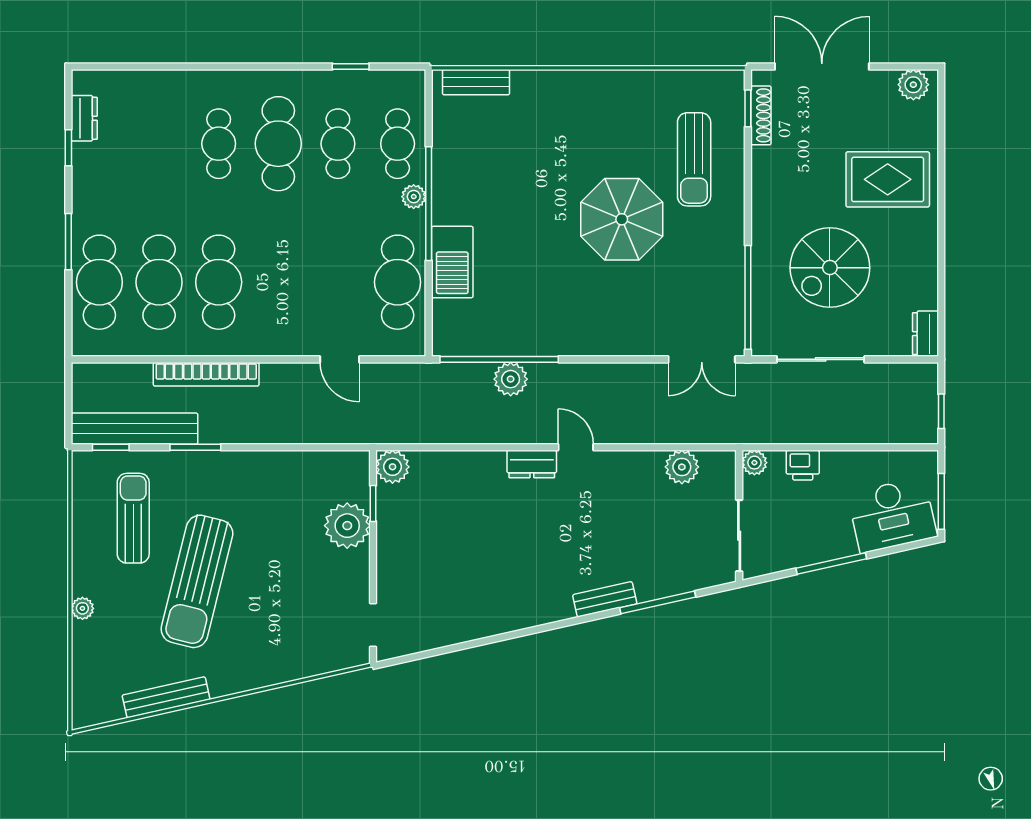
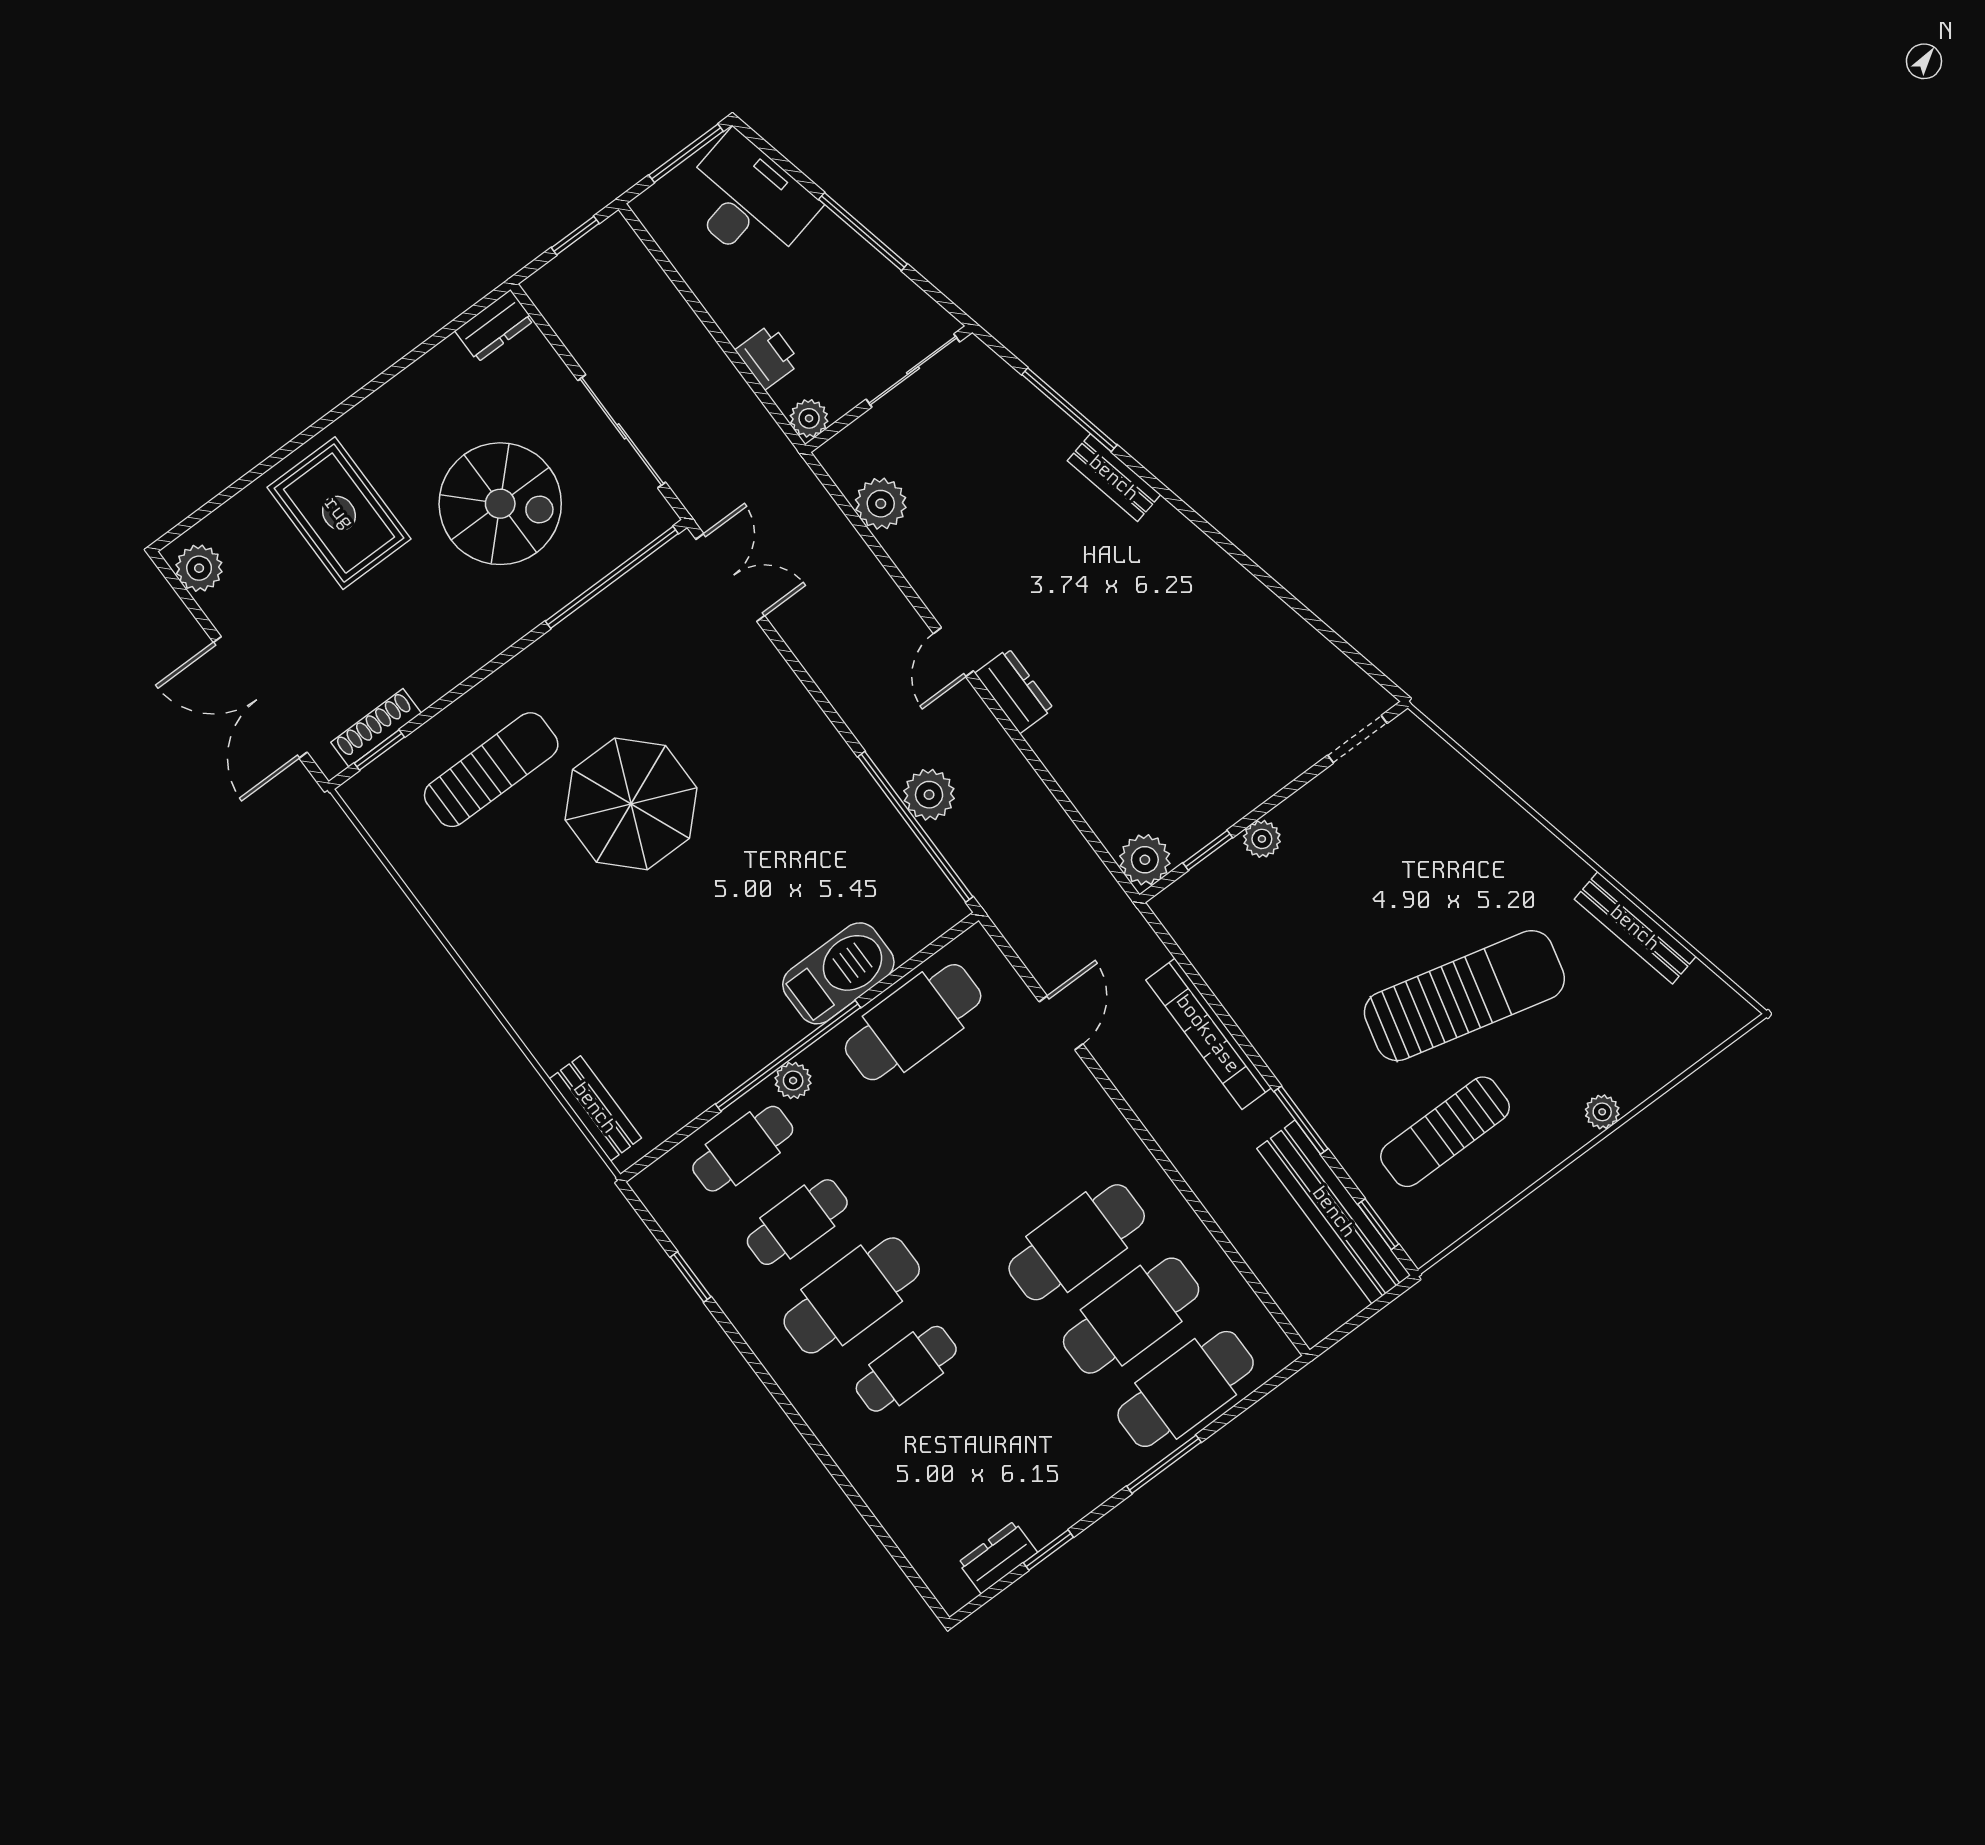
bookcase: (206, 374) -> (1208, 1034), moved, turned 180
plant: (347, 526) -> (1262, 839), width x0.53, depth x0.53

